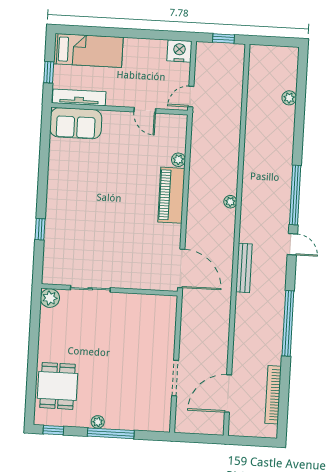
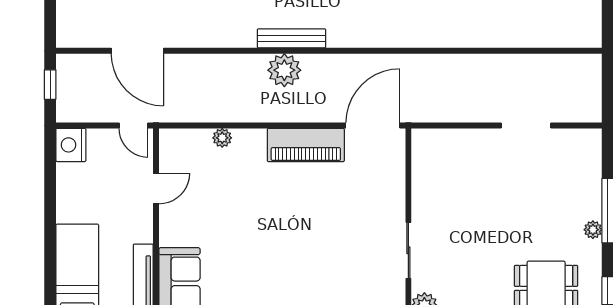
piano: (171, 195) -> (306, 145), moved
plant: (230, 202) -> (284, 70), width x1.88, depth x1.88
bench: (244, 268) -> (292, 38), moved
door: (228, 394) -> (137, 51), moved

